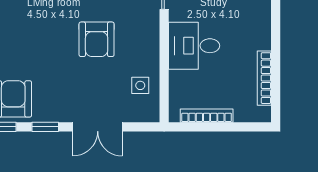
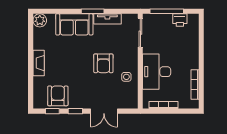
desk: (194, 46) -> (157, 72), width x1.37
side table: (140, 85) -> (126, 77), moved

